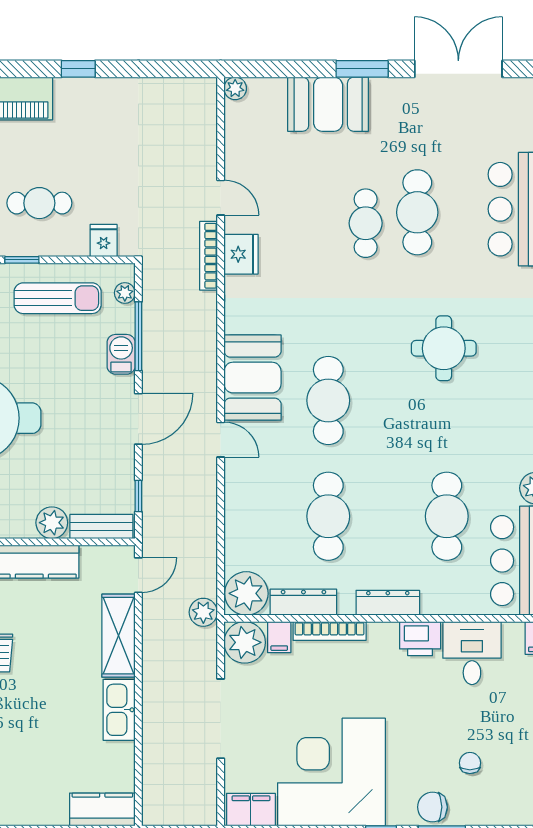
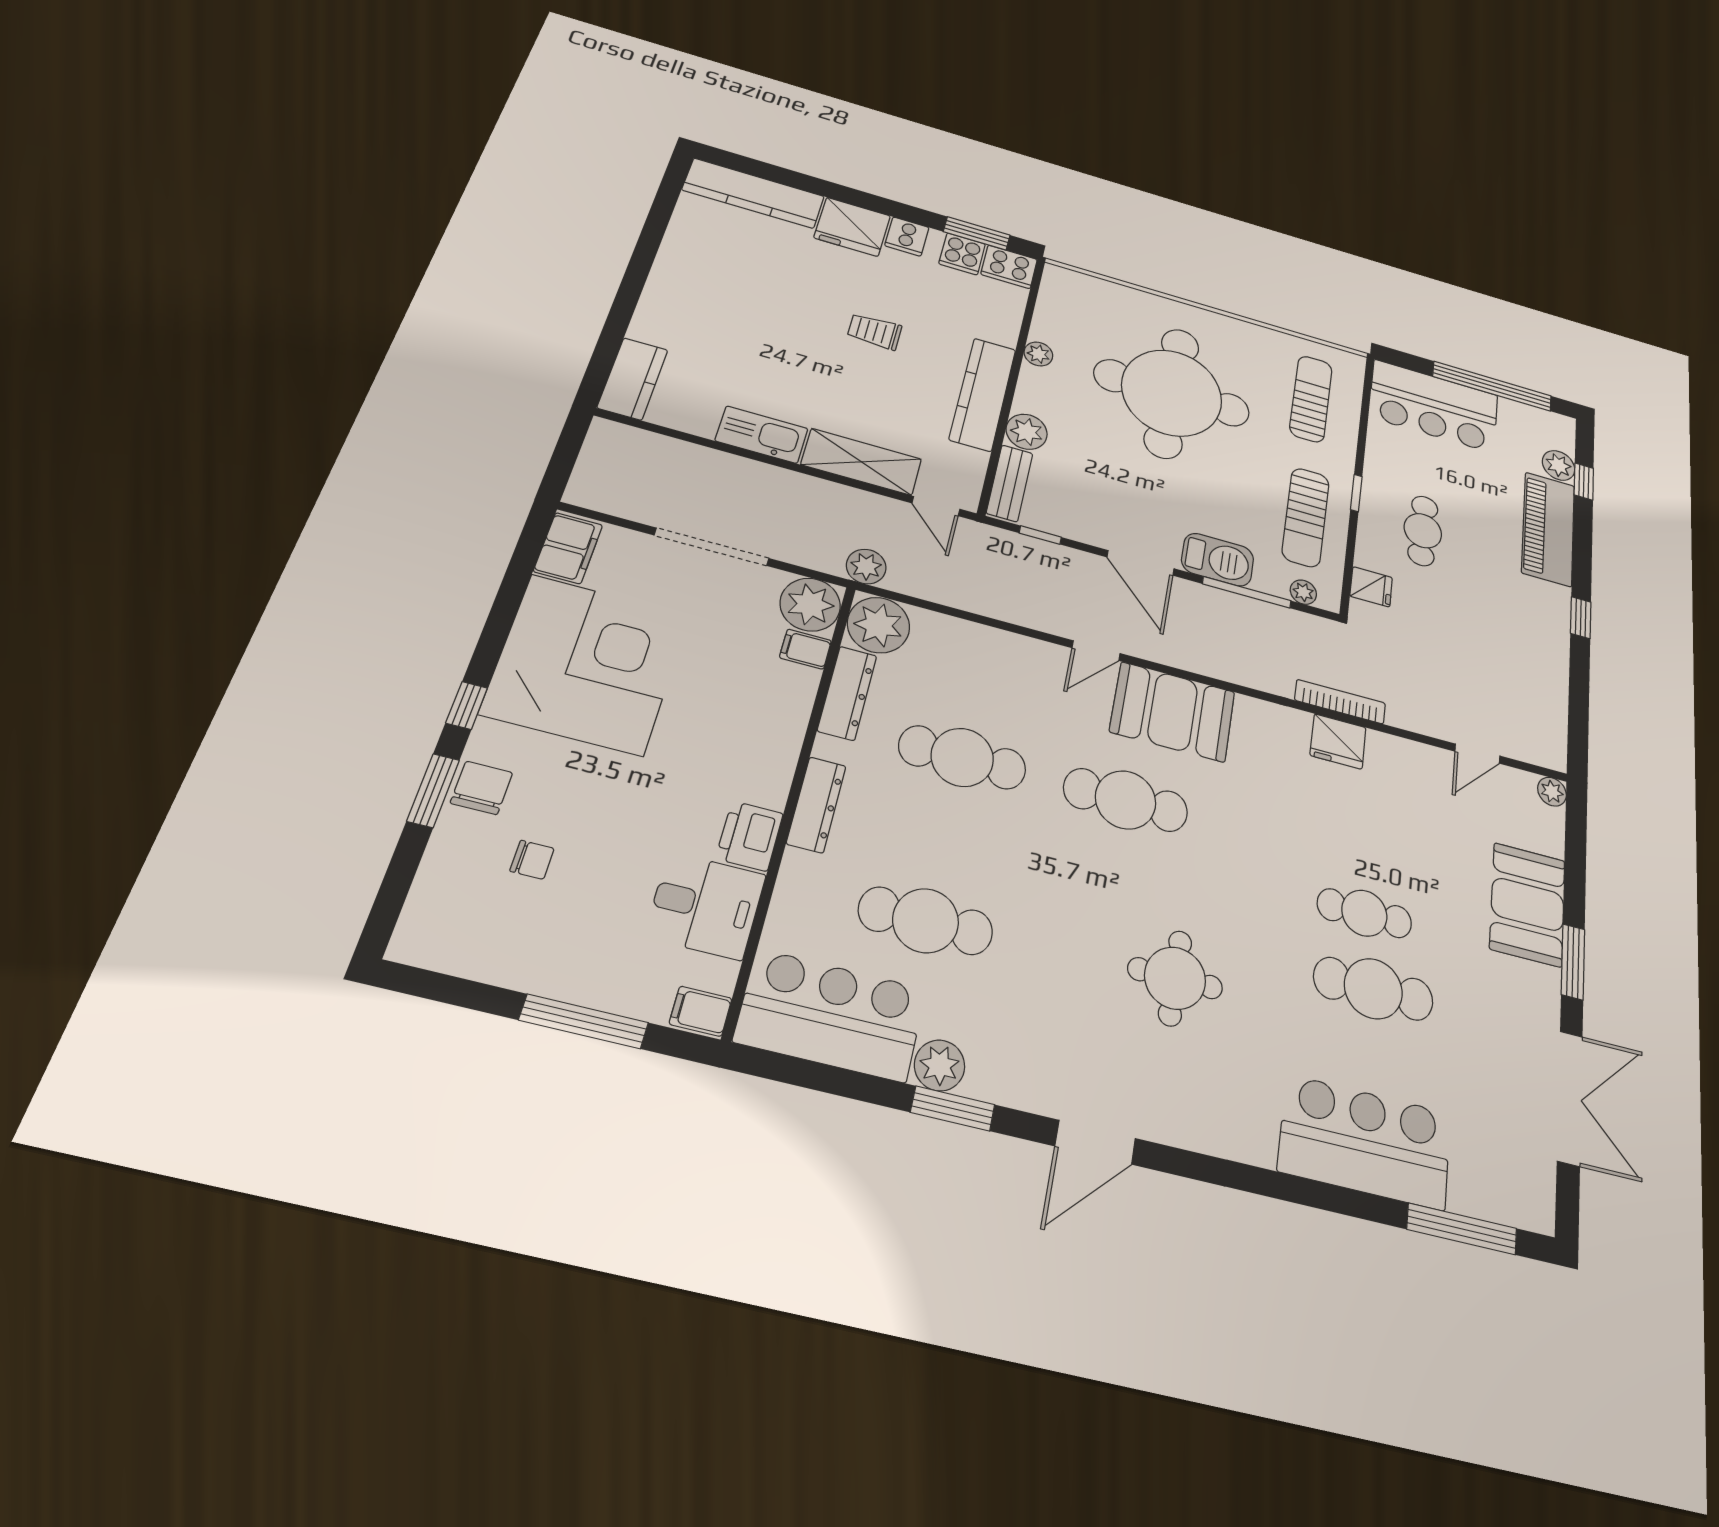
door: (221, 198) -> (1477, 754), moved
barbecue: (121, 354) -> (1218, 560), width x1.38, depth x1.27
bookcase: (330, 631) -> (796, 716), removed

